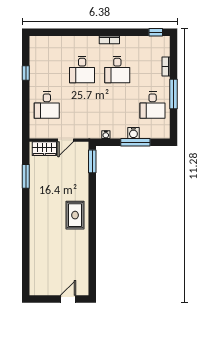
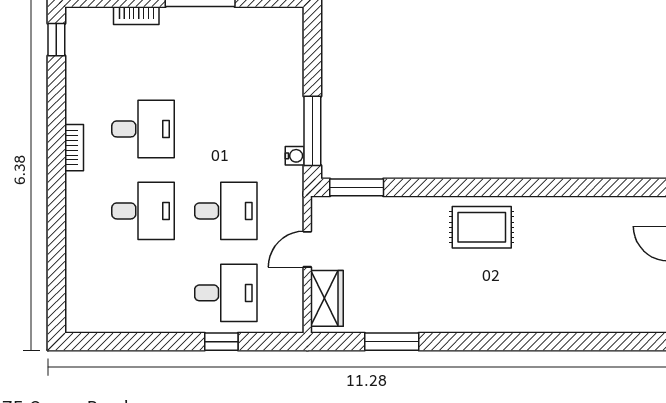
window: (26, 73) -> (221, 342), moved
desk: (153, 105) -> (226, 211), moved
water cooler: (133, 133) -> (291, 91), removed
door: (66, 140) -> (307, 249), swing flipped
window: (135, 142) -> (312, 131), moved

